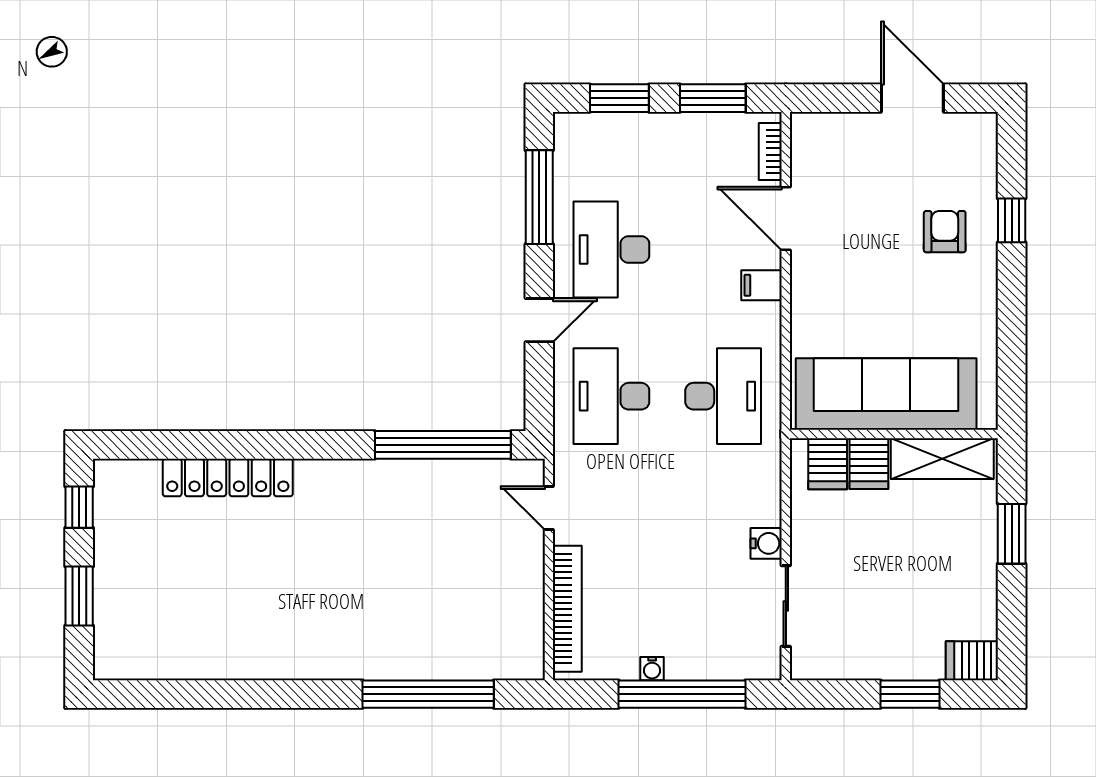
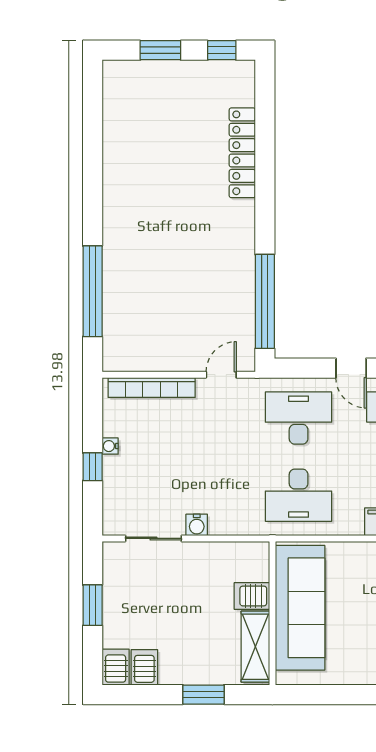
server rack: (828, 464) -> (144, 667), moved, turned 90
window: (682, 694) -> (93, 467), width x0.32
window: (910, 694) -> (93, 605), moved

